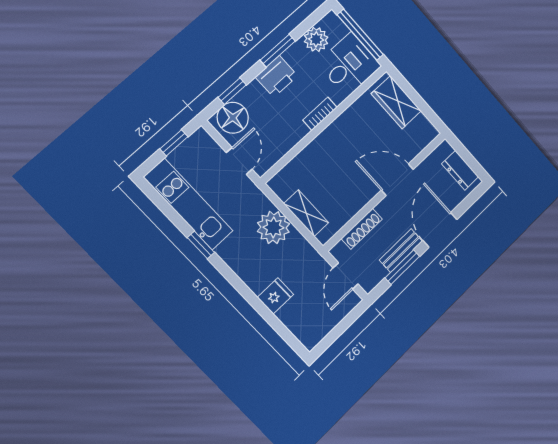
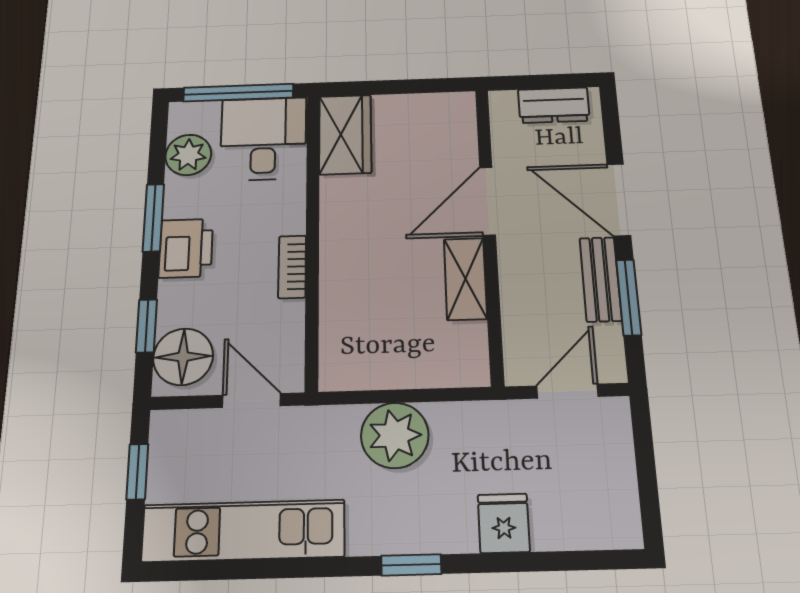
wardrobe: (396, 102) -> (345, 134), moved, turned -90
bookcase: (320, 114) -> (292, 267), moved
shelving: (306, 213) -> (465, 279), moved, turned 90
shoe rack: (362, 229) -> (515, 309), removed
window: (201, 245) -> (411, 565), moved
door: (346, 276) -> (567, 391), swing flipped

